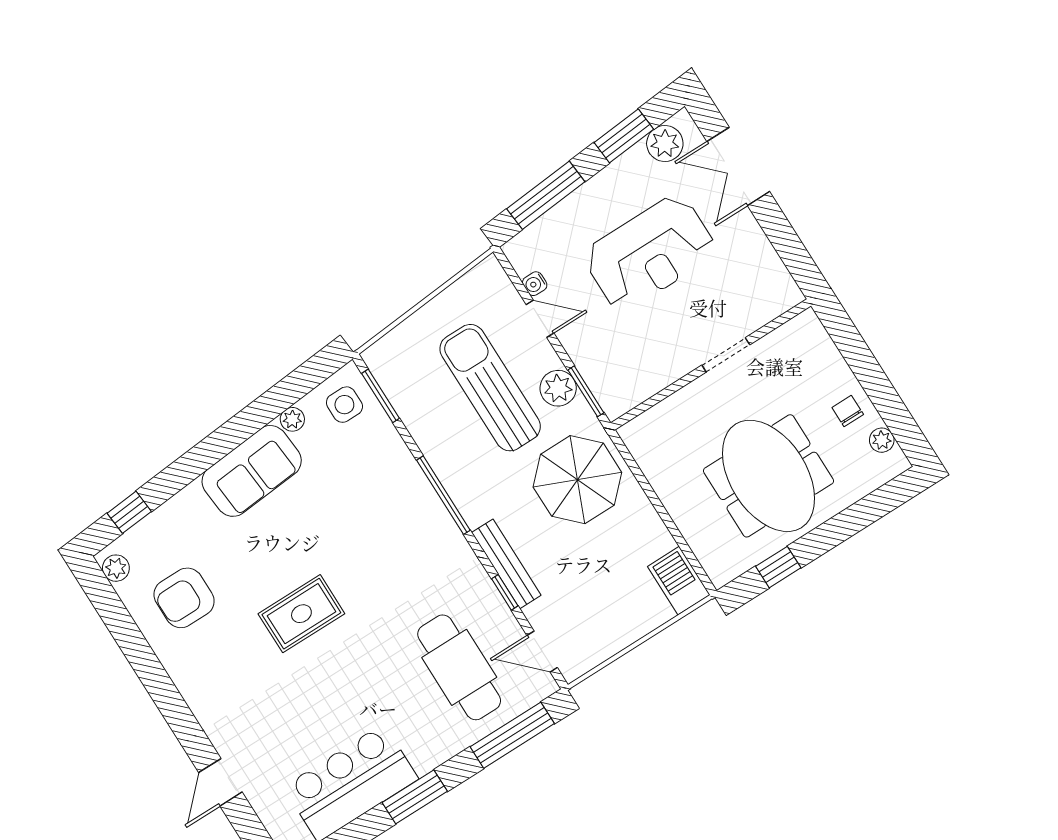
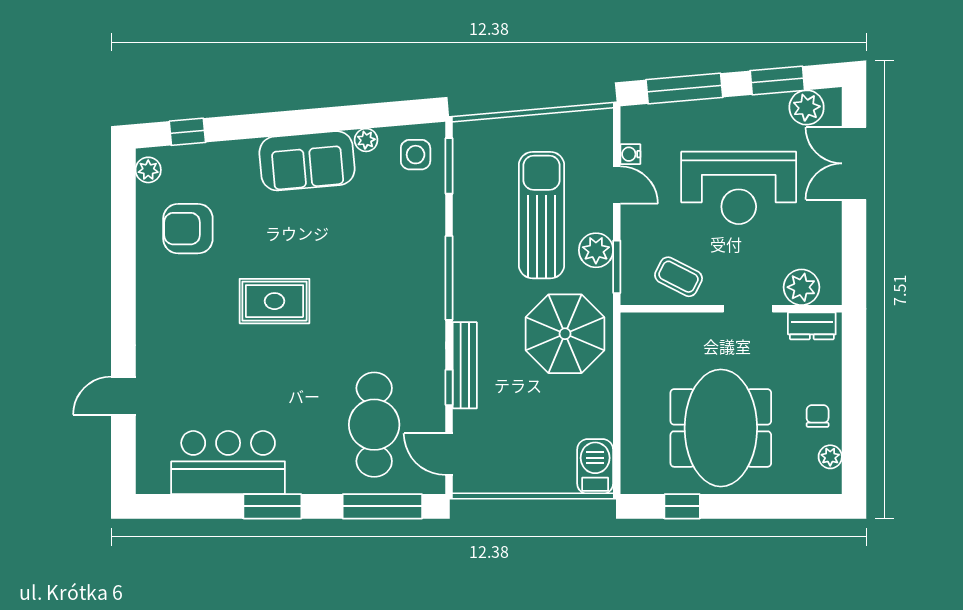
plant: (761, 306) -> (801, 287), added
dresser: (792, 334) -> (812, 326), added
coffee table: (646, 365) -> (679, 277), added

